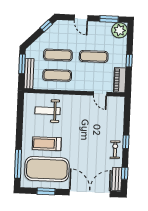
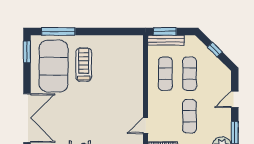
window: (46, 26) -> (215, 50), moved
window: (22, 64) -> (165, 31), moved
weight bench: (48, 111) -> (123, 64), removed
window: (46, 191) -> (27, 52), moved

